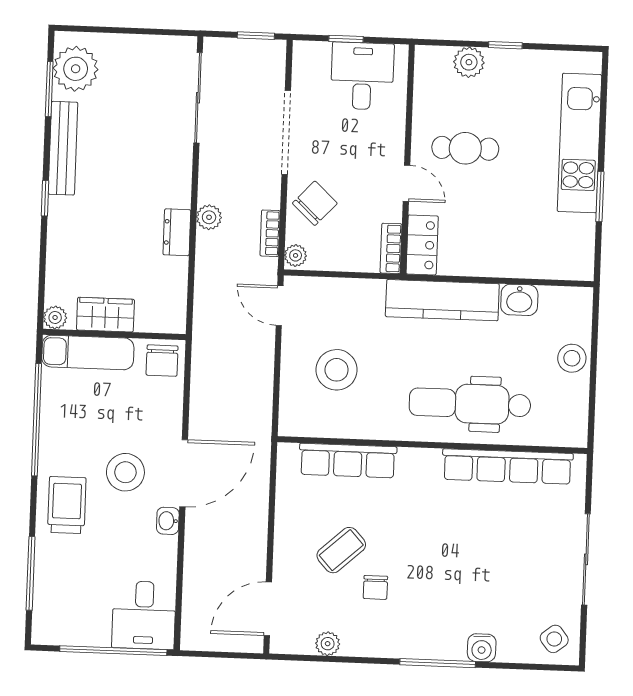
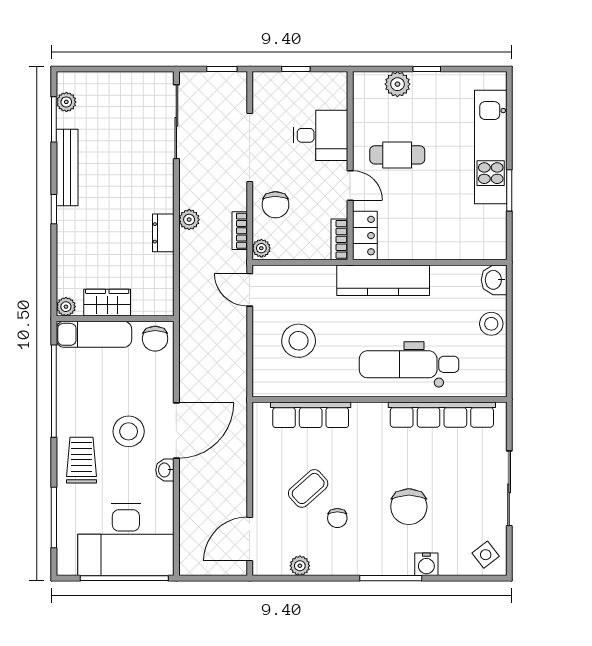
plant: (76, 69) -> (66, 102), width x0.53, depth x0.53
desk: (362, 76) -> (320, 135), moved, turned 90
chair: (315, 203) -> (275, 205), turned 137
washbasin: (519, 300) -> (494, 280), moved, turned 90
chair: (463, 577) -> (409, 507), added
desk: (144, 615) -> (126, 540), width x1.87, depth x1.30

